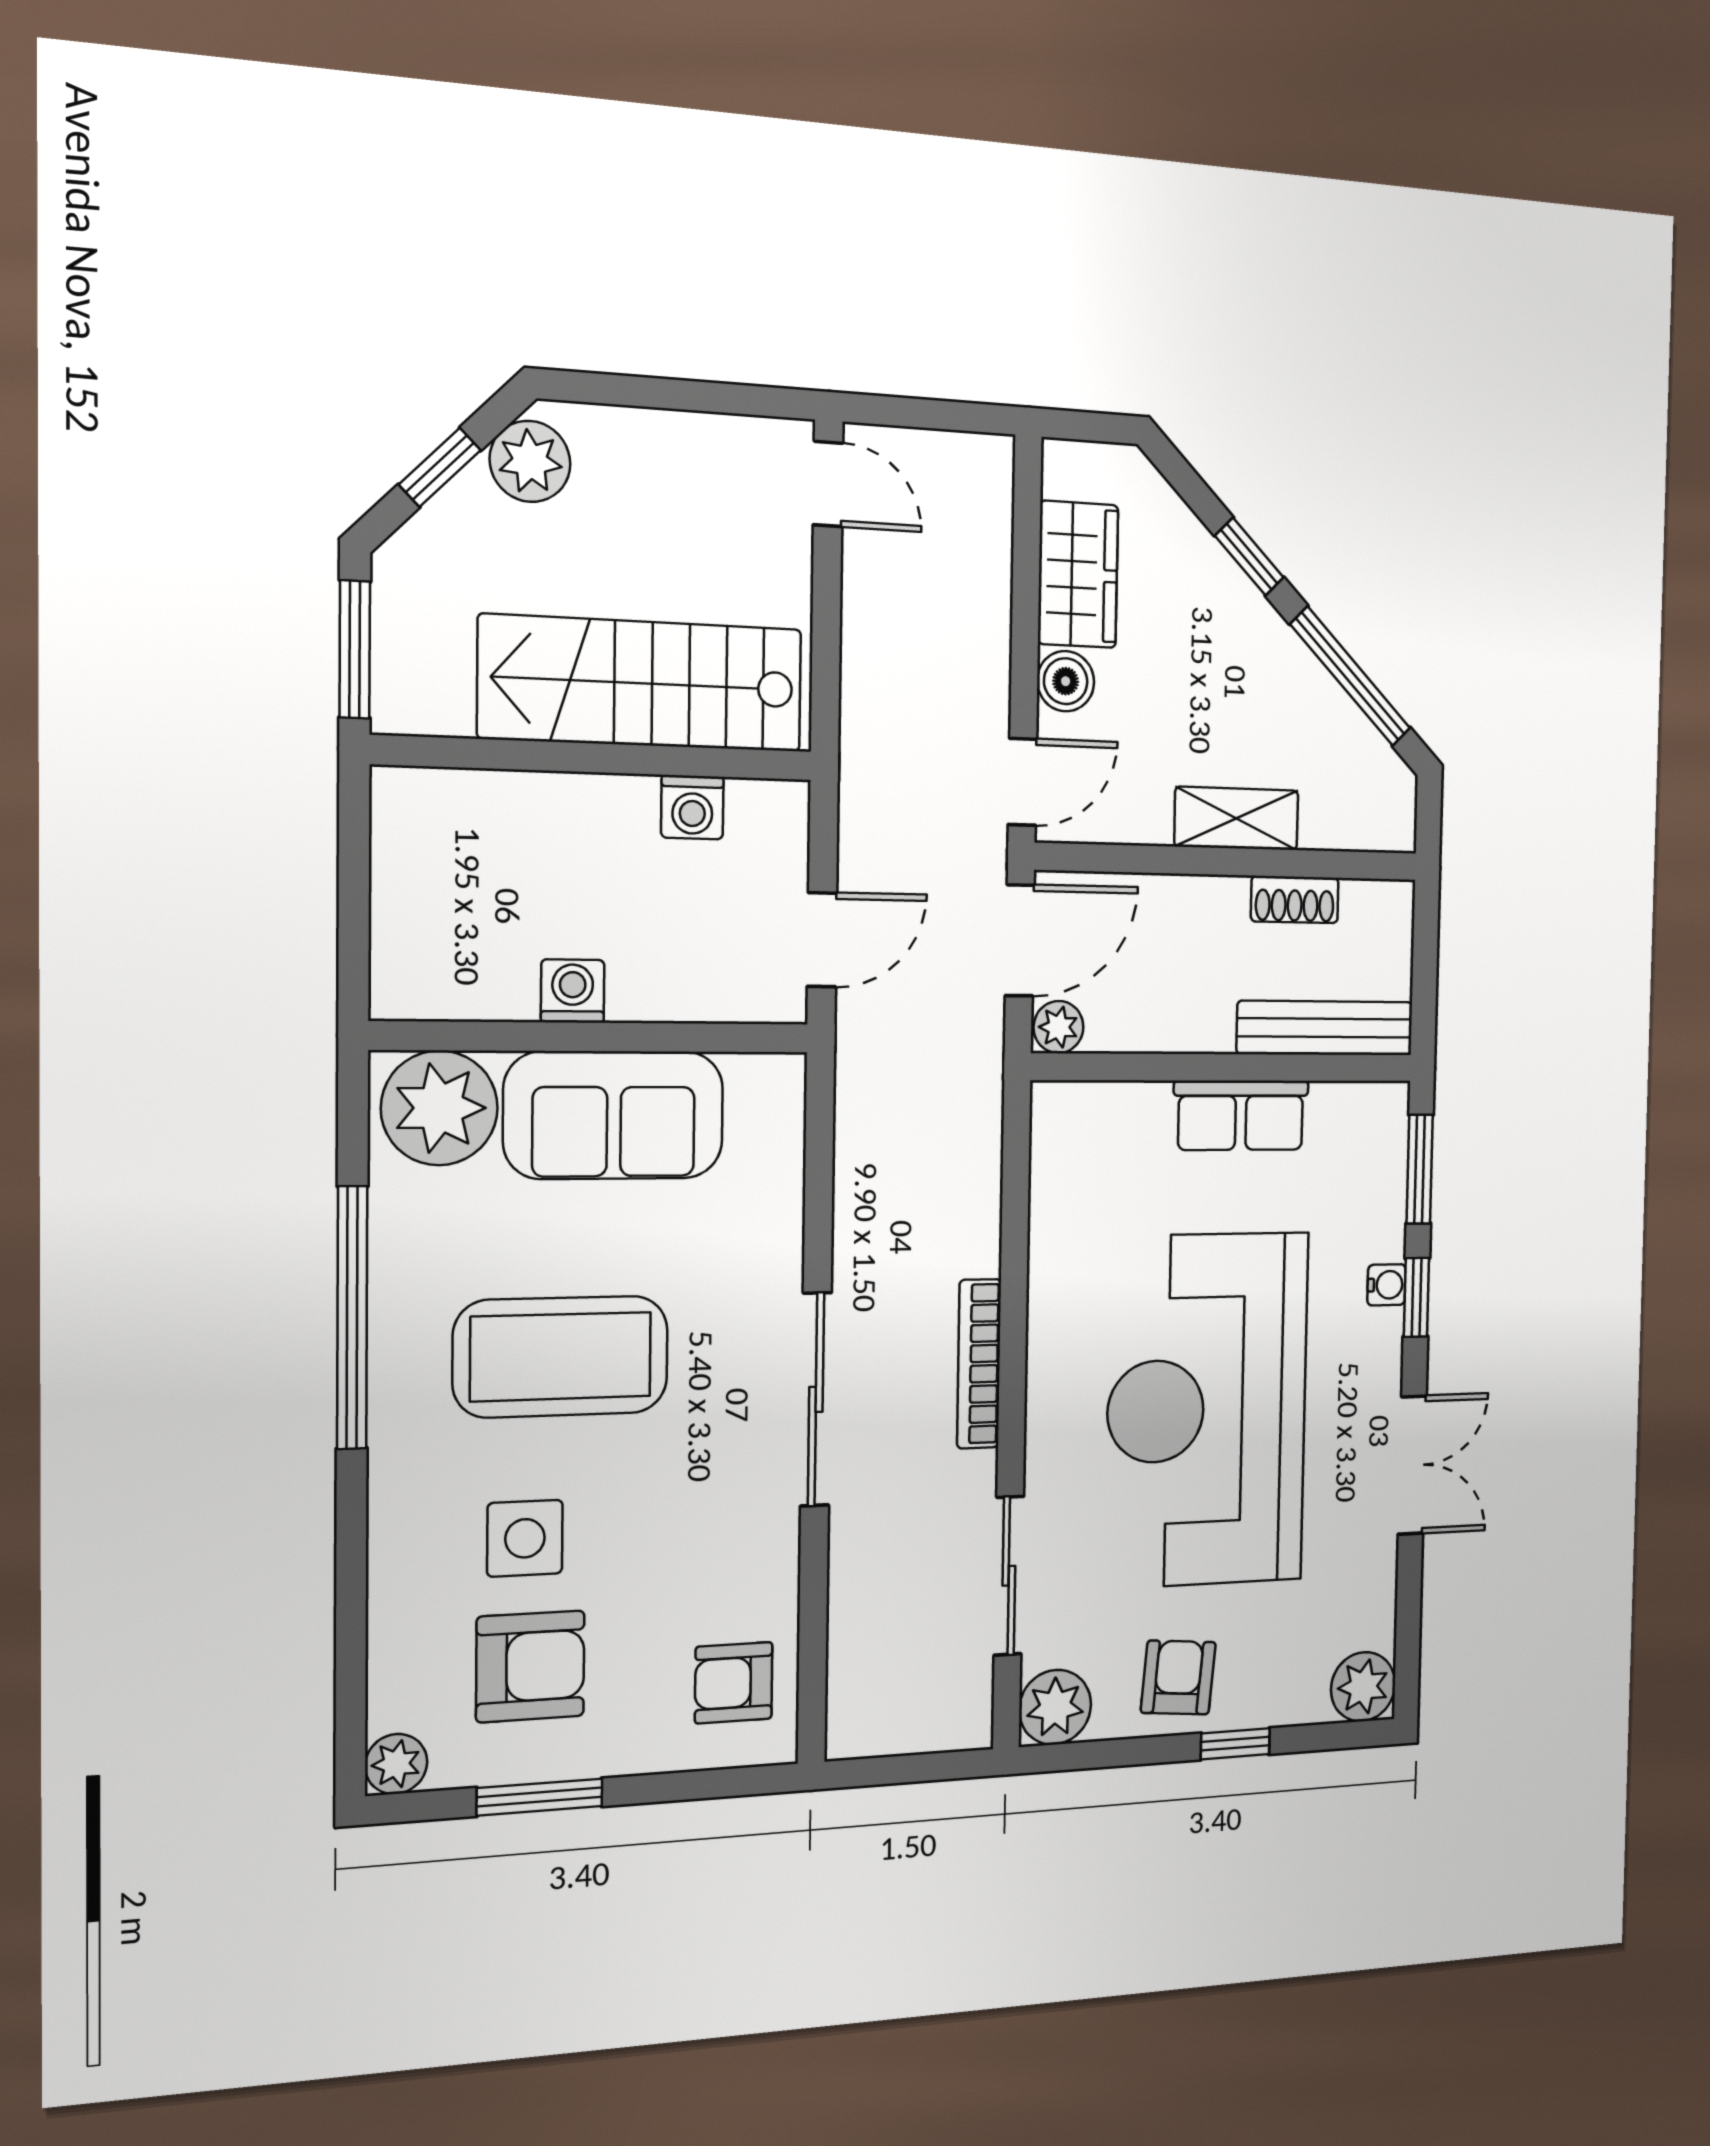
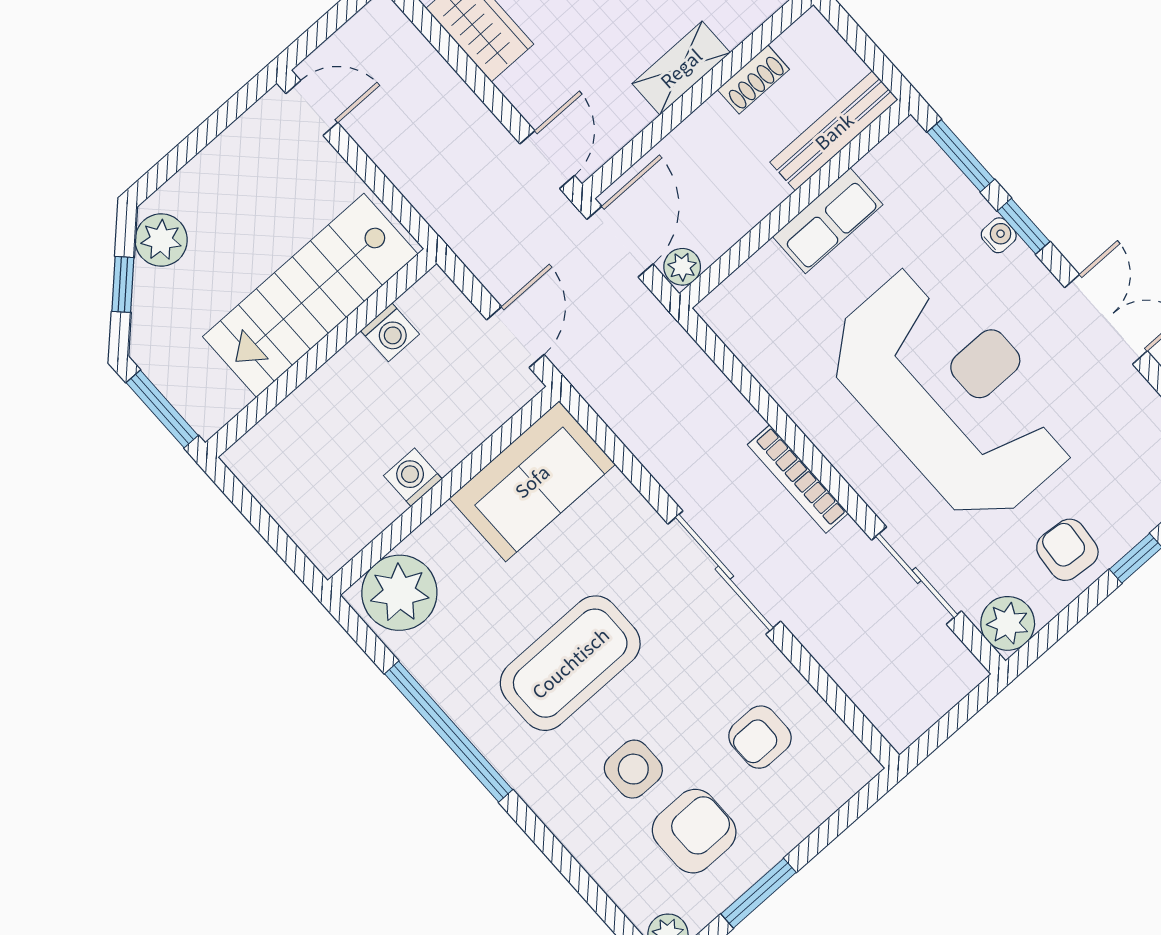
boiler: (1066, 681) -> (523, 87), removed
sofa: (614, 1115) -> (532, 481), moved
reception desk: (1207, 1410) -> (952, 393), turned 180
armchair: (734, 1683) -> (760, 737), moved

